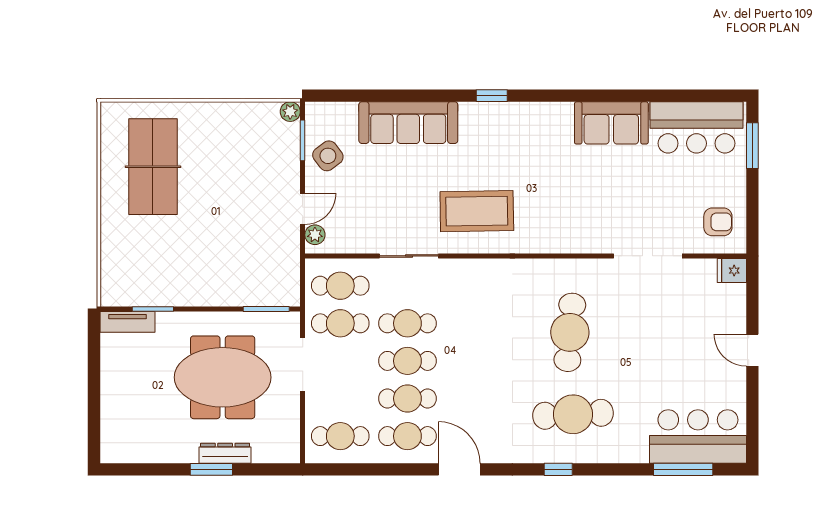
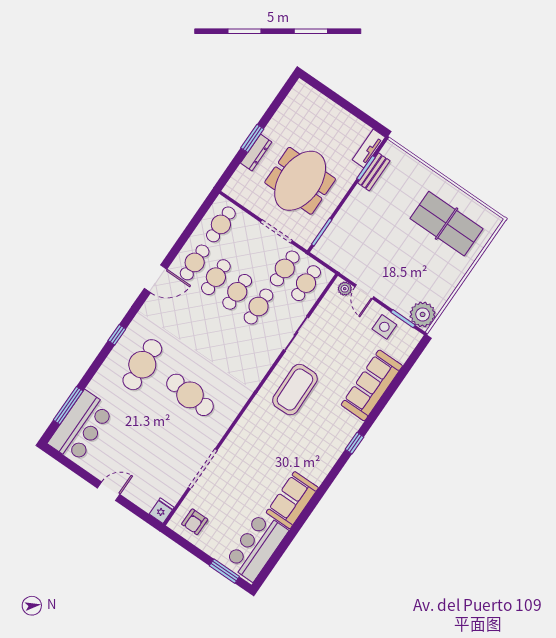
plant: (290, 112) -> (423, 314), width x1.88, depth x1.88
side table: (328, 156) -> (384, 327), turned 37
bench: (151, 296) -> (374, 172), added

